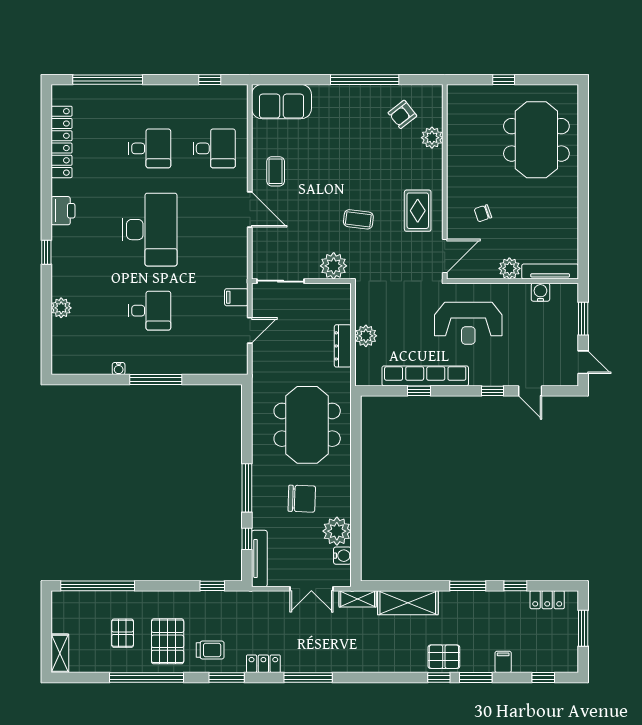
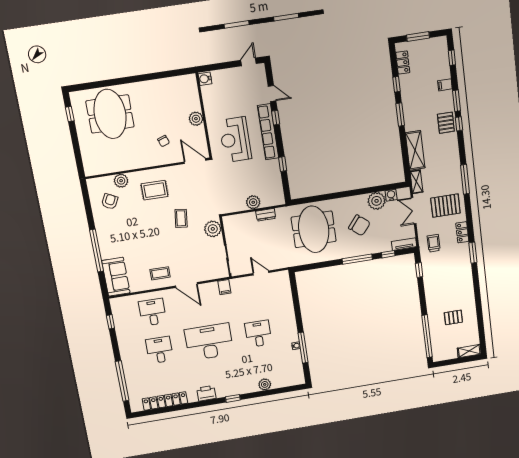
window: (365, 80) -> (97, 251), moved
window: (504, 80) -> (70, 114), moved
armchair: (402, 114) -> (110, 201), turned -115
meeting table: (536, 140) -> (110, 114), turned 90
door: (250, 209) -> (186, 285), swing flipped
rug: (418, 211) -> (154, 190), moved
tv unit: (550, 272) -> (194, 92), removed
water cooler: (540, 292) -> (205, 79), moved
filing cabinet: (236, 297) -> (224, 287), moved
window: (583, 319) -> (220, 66), removed
reception desk: (468, 323) -> (235, 140), turned 180
dresser: (343, 346) -> (266, 215), width x0.70
row of seats: (425, 376) -> (268, 132), moved
window: (156, 379) -> (303, 348), moved
door: (530, 391) -> (272, 94), hinge flipped
meeting table: (307, 425) -> (314, 229), turned 90
chair: (302, 499) -> (359, 225), turned 127
tv unit: (259, 559) -> (404, 244), width x0.71
double door: (311, 589) -> (414, 211), swing flipped
pallet: (168, 641) -> (445, 206), moved
trolley: (210, 650) -> (434, 243), moved
window: (146, 678) -> (478, 299), removed
window: (308, 678) -> (465, 179), moved

